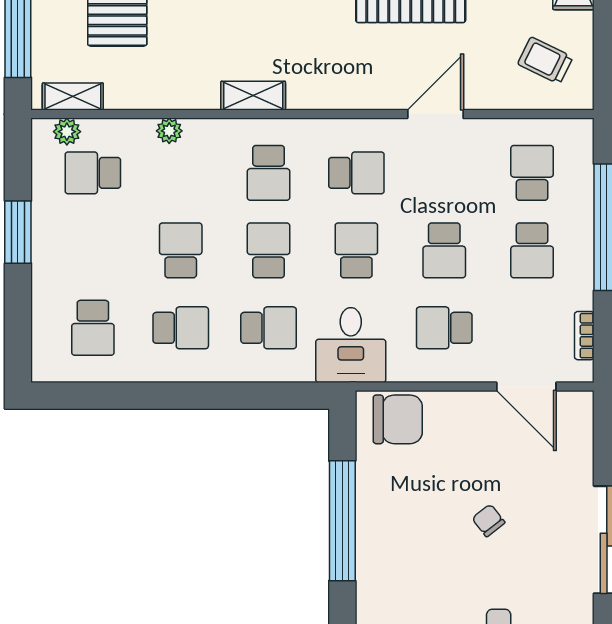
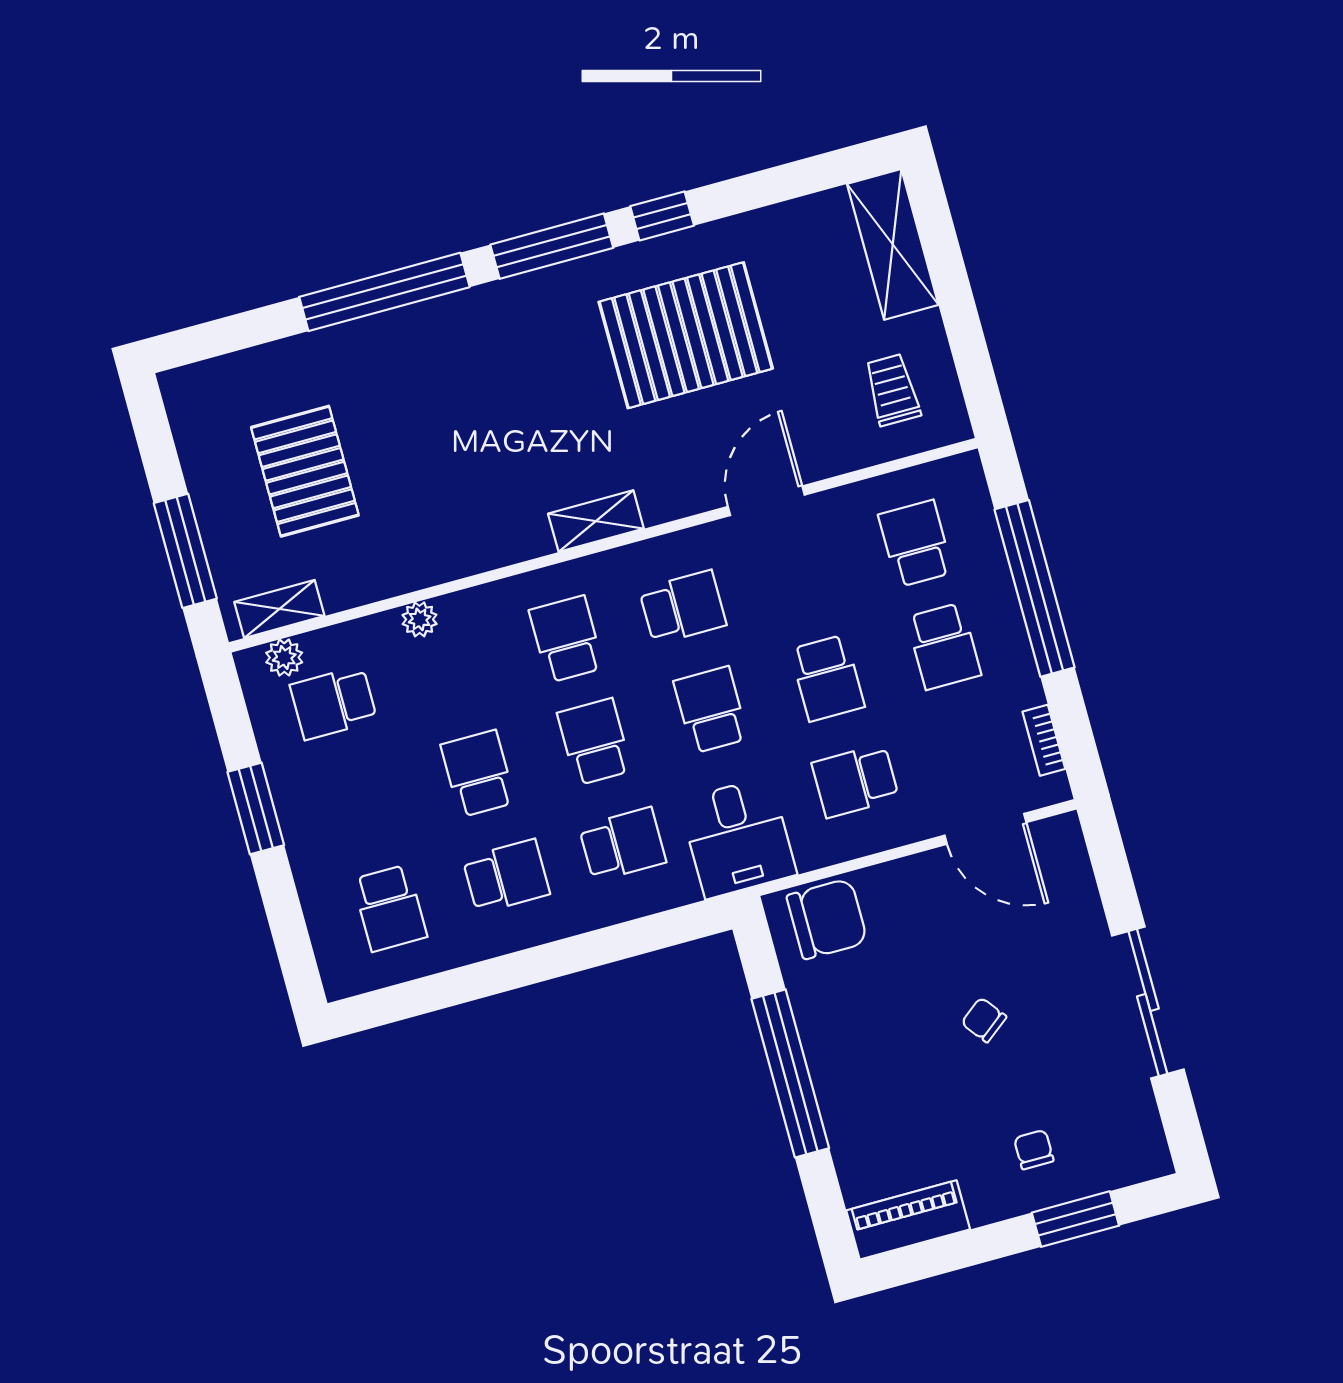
trolley: (545, 61) -> (892, 390), turned 64
shelving: (253, 96) -> (596, 521), moved
school desk: (269, 173) -> (566, 639), turned 180

